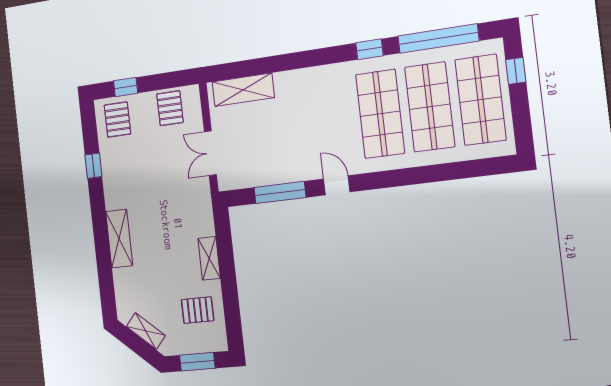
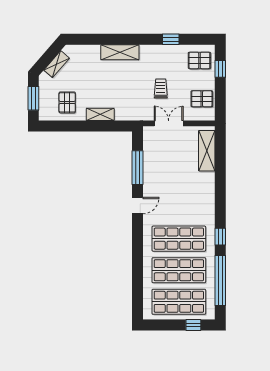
trolley: (162, 172) -> (161, 88), added

